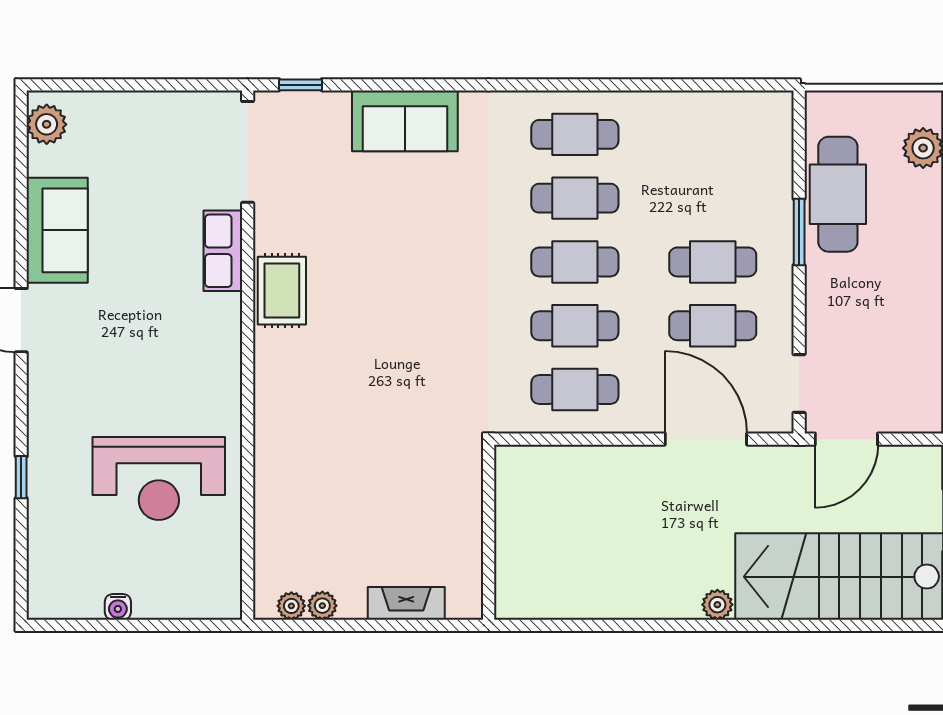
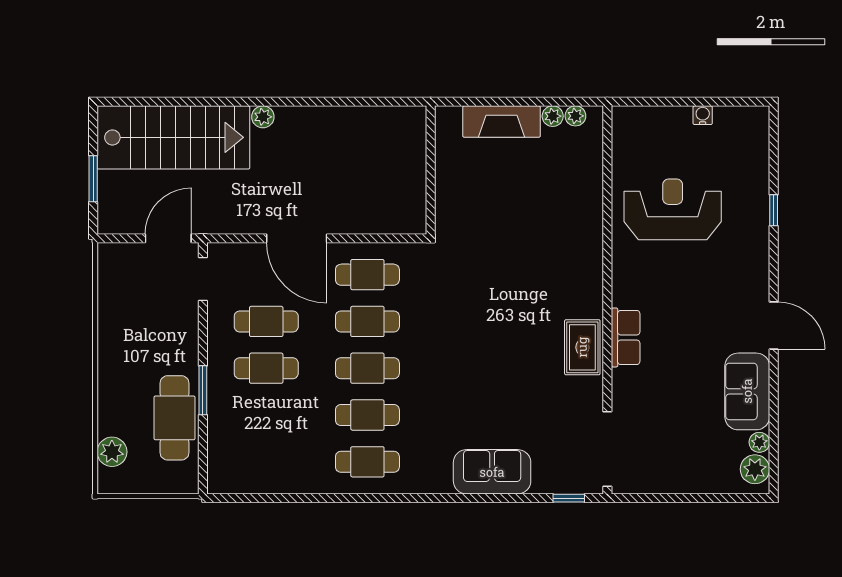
plant: (41, 161) -> (759, 442), added
row of seats: (223, 251) -> (626, 337), moved
door: (706, 439) -> (297, 238), moved
fireplace: (406, 603) -> (502, 122), width x1.37, depth x1.32

